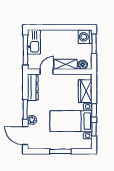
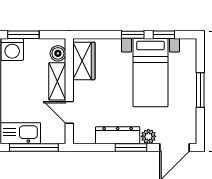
dresser: (33, 87) -> (118, 135), moved
wardrobe: (85, 91) -> (84, 61), moved, turned -90

